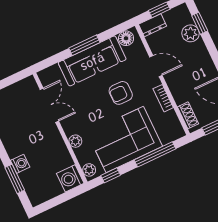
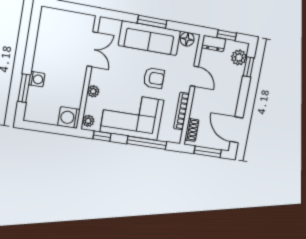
plant: (191, 33) -> (239, 57), moved
armchair: (121, 93) -> (154, 78), turned 180
bookcase: (163, 98) -> (181, 111), width x1.56

